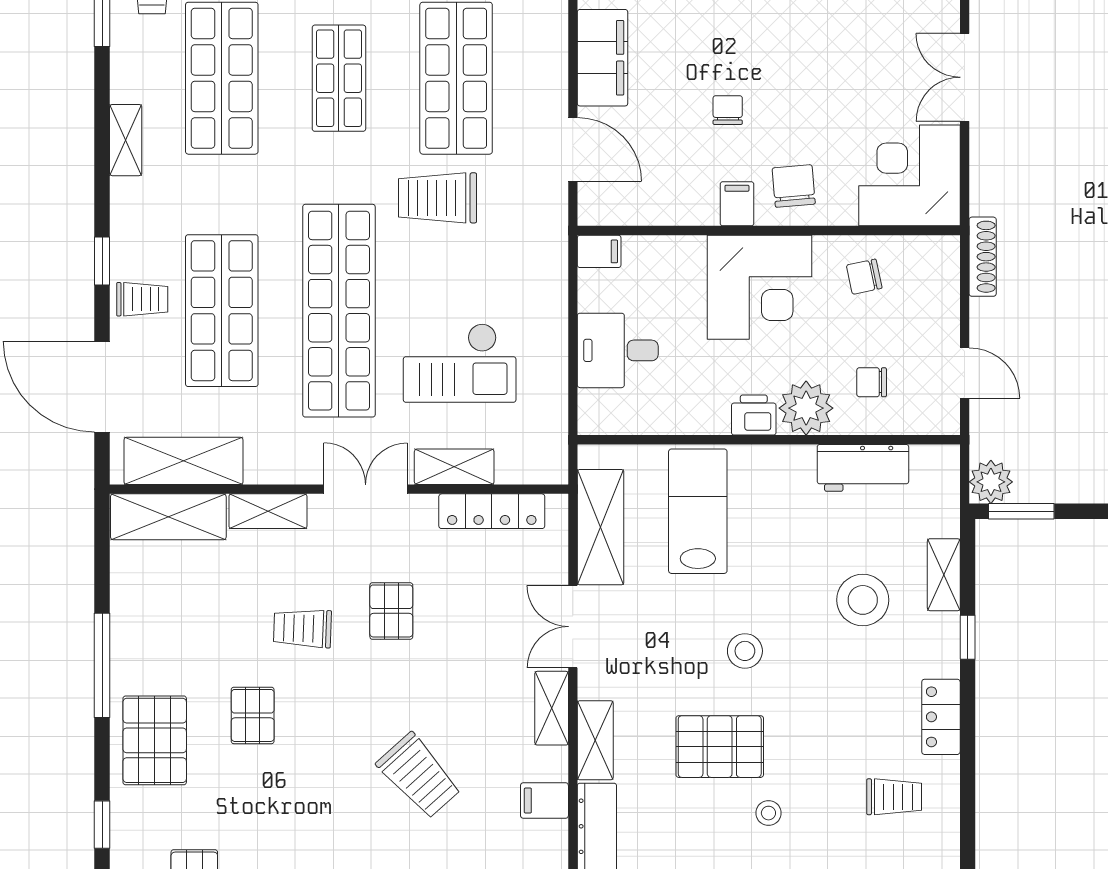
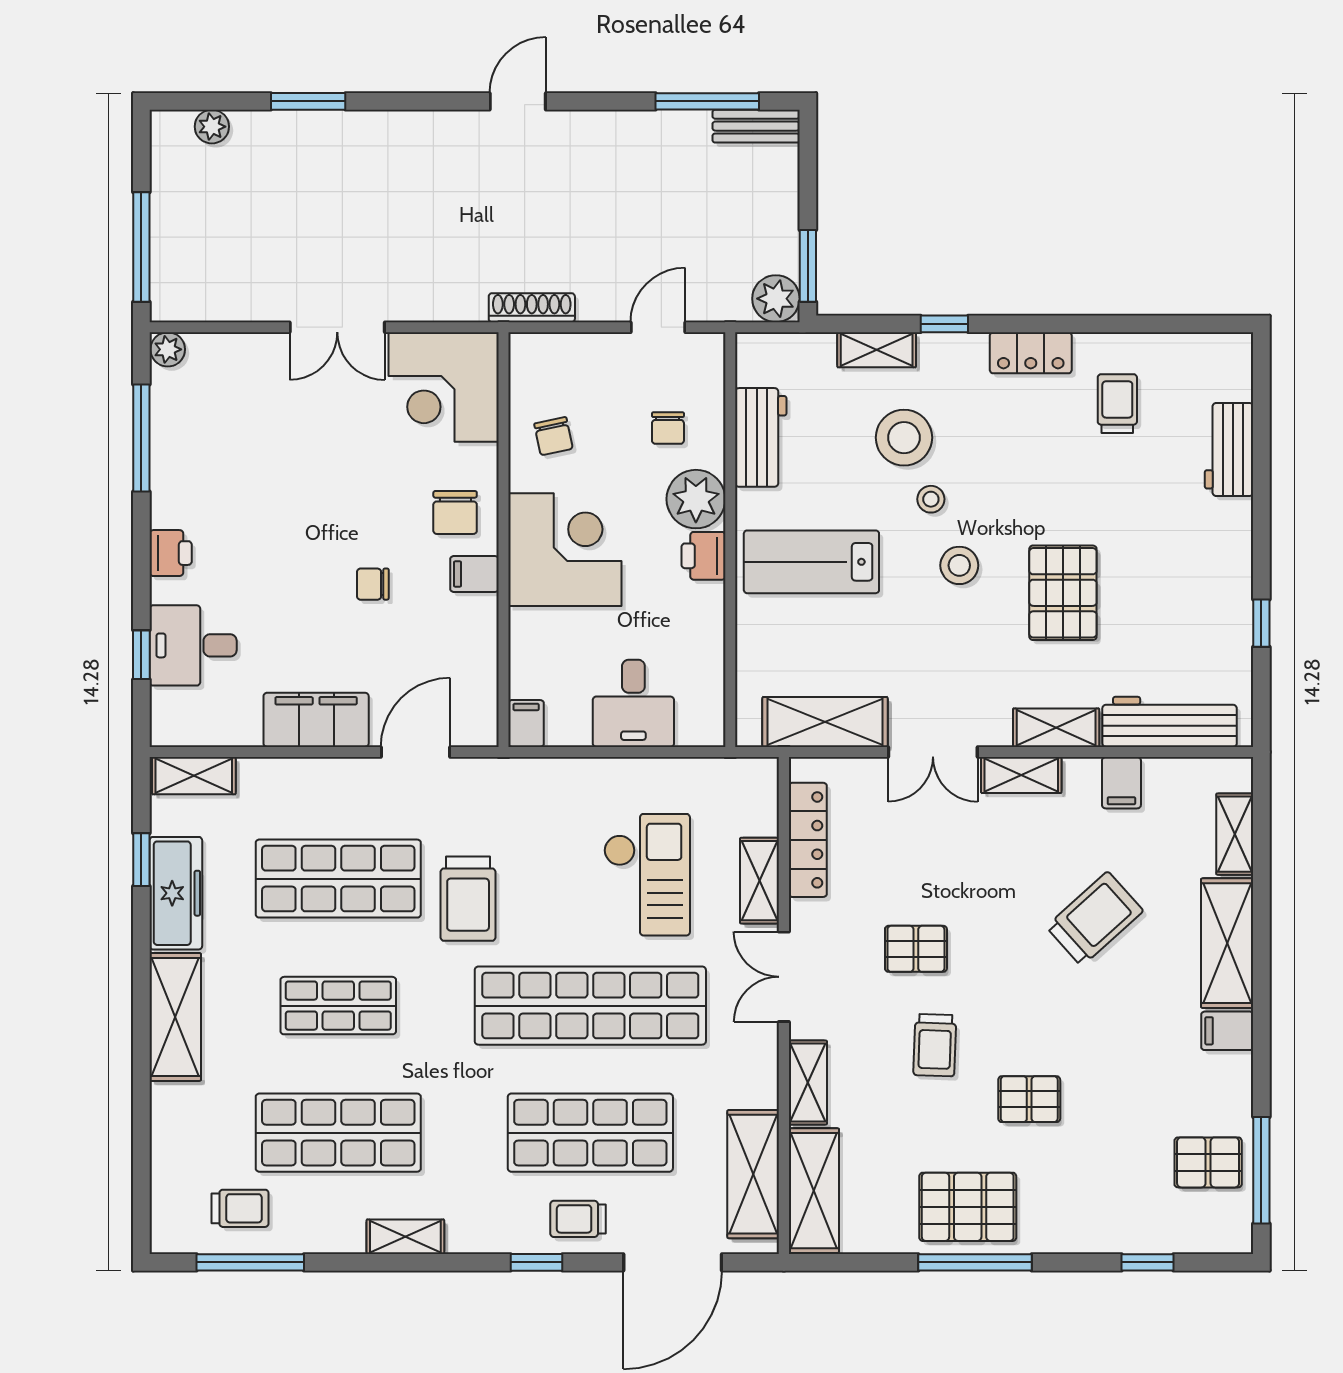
chair: (794, 186) -> (455, 513), turned -85
trolley: (142, 299) -> (578, 1219), turned -90
lab bench: (698, 511) -> (811, 562), moved
pallet: (155, 740) -> (968, 1207), moved
stool: (768, 813) -> (931, 499), moved

